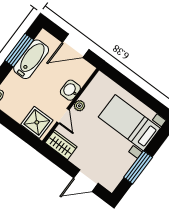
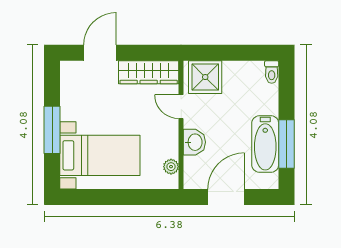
plant: (79, 106) -> (171, 167), moved
wardrobe: (61, 145) -> (149, 72), width x1.50
window: (138, 167) -> (52, 130), moved

